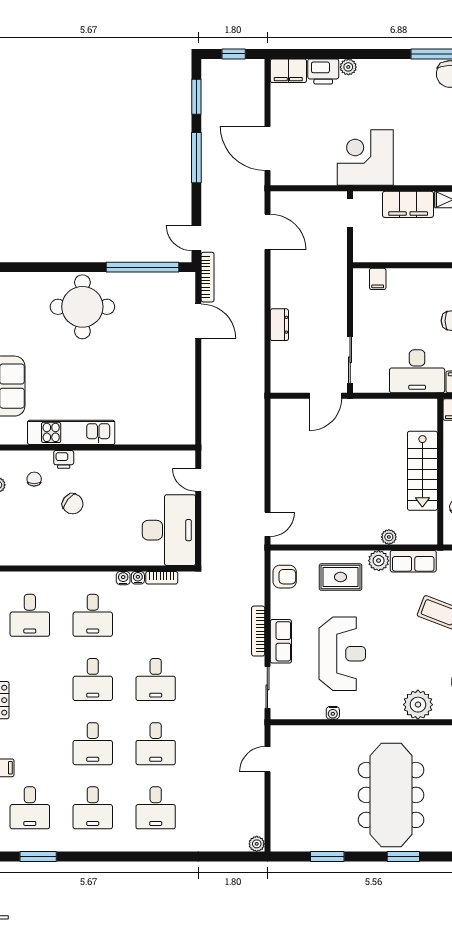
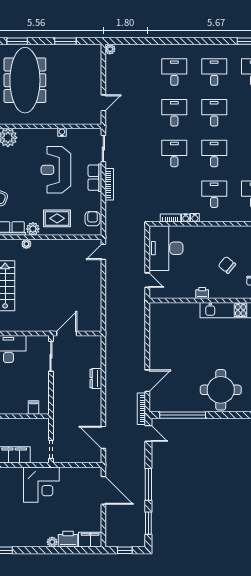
door: (198, 321) -> (147, 381), swing flipped
printer: (64, 459) -> (202, 293), moved
armchair: (285, 577) -> (92, 219), turned 90

